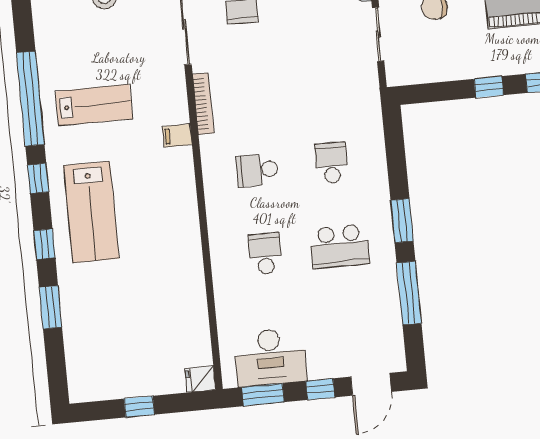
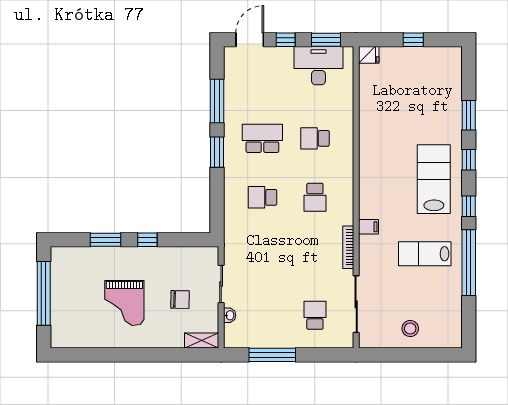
school desk: (332, 163) -> (262, 197), turned 90
school desk: (257, 170) -> (315, 197), turned 90
school desk: (265, 254) -> (315, 138), turned 90

